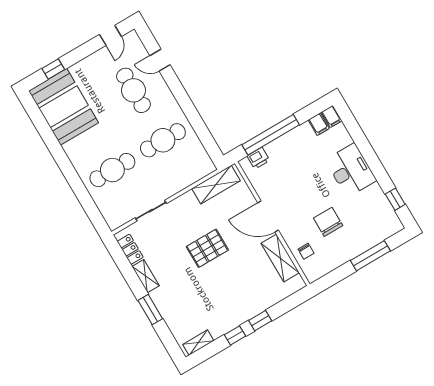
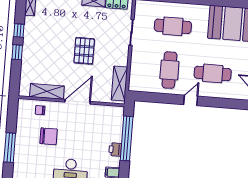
door: (160, 60) -> (191, 100), moved
printer: (258, 158) -> (115, 149), moved
cafe table: (112, 170) -> (173, 26), turned 90

